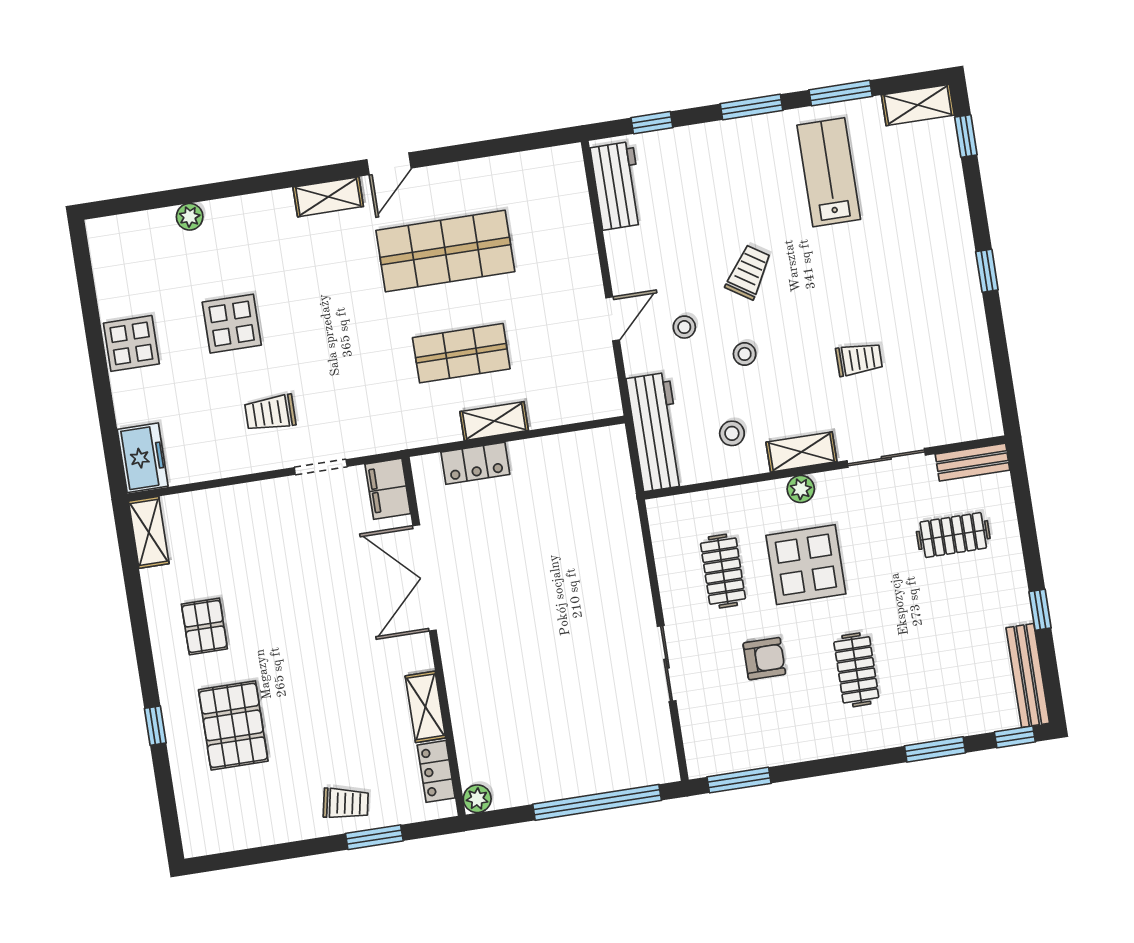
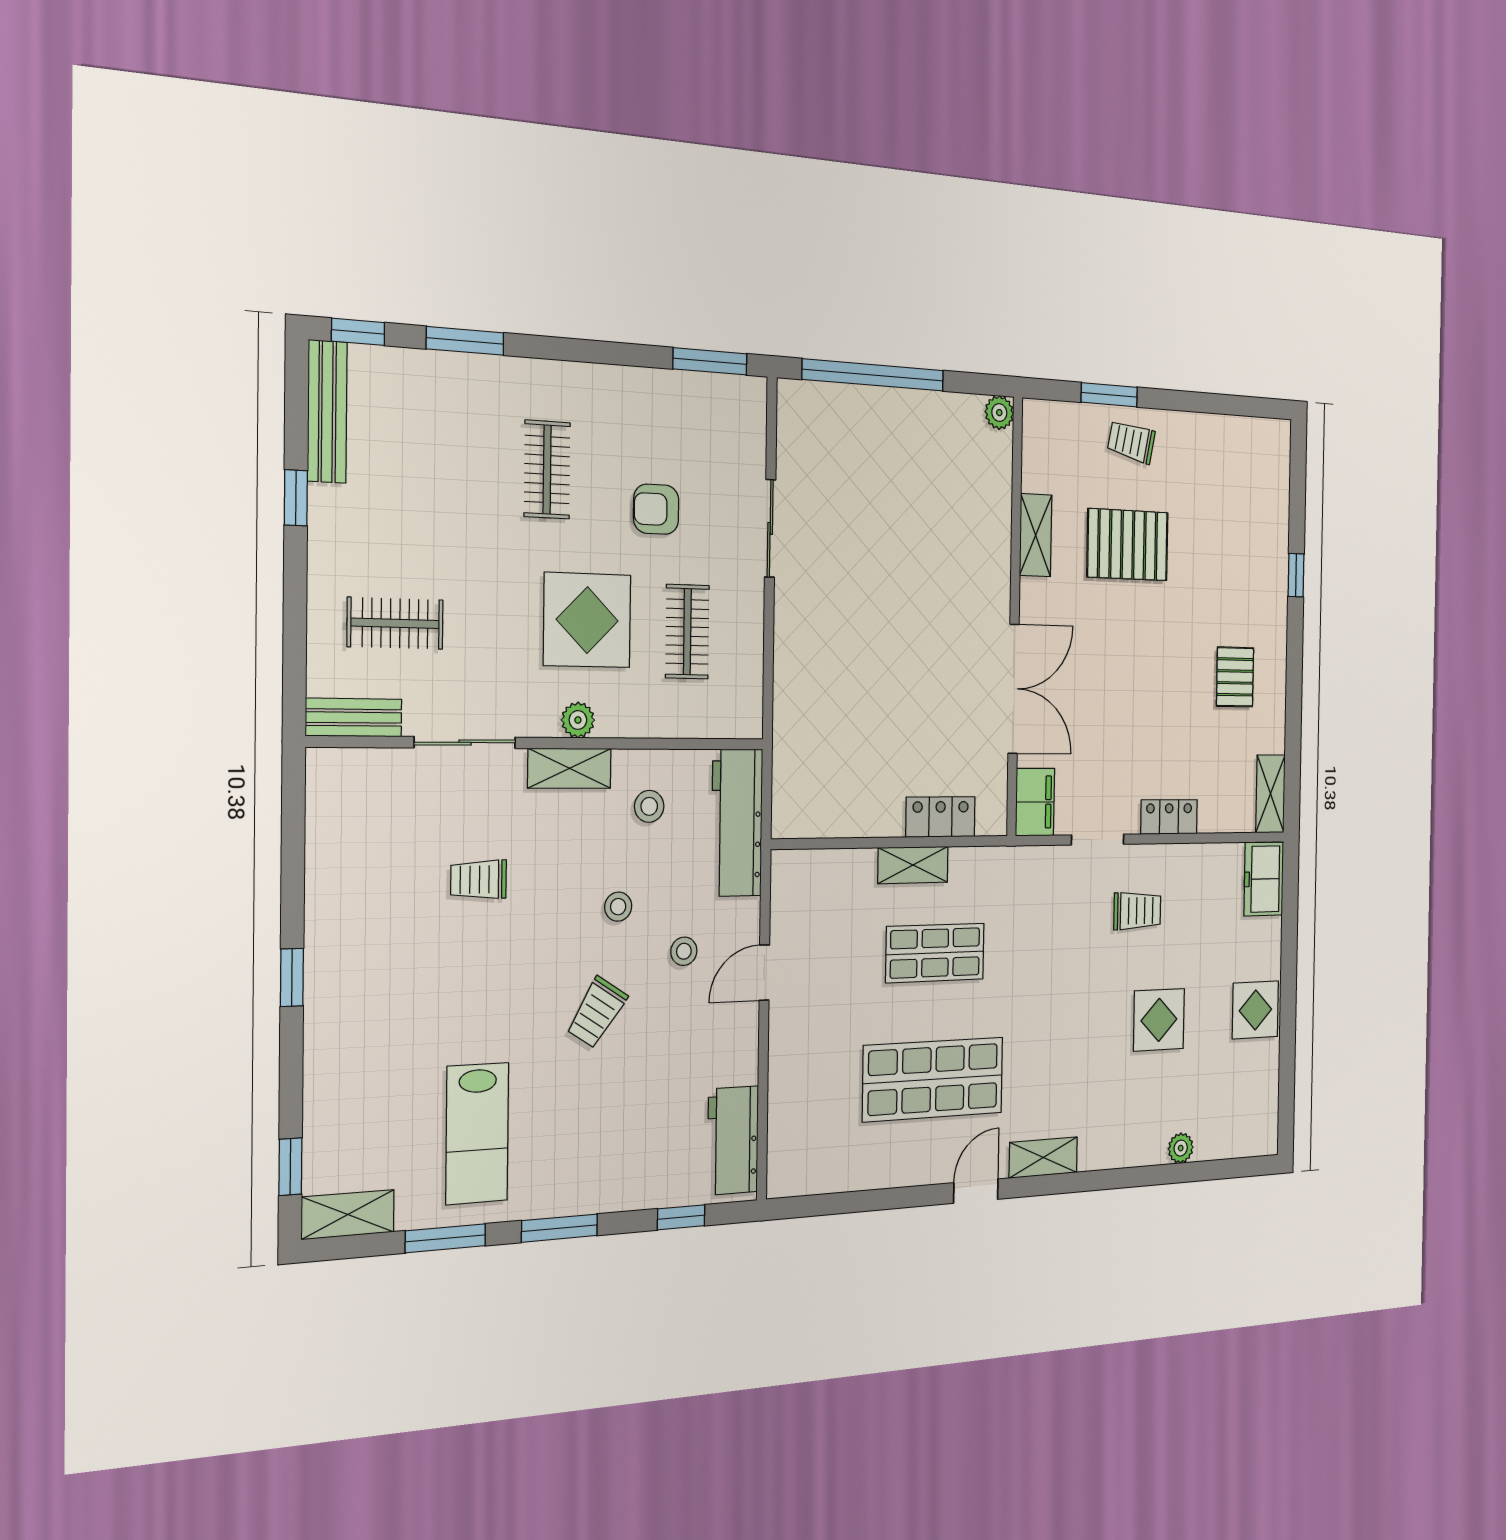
pallet: (233, 725) -> (1128, 545), moved, turned 90
locker: (436, 771) -> (1169, 817), moved, turned -90

